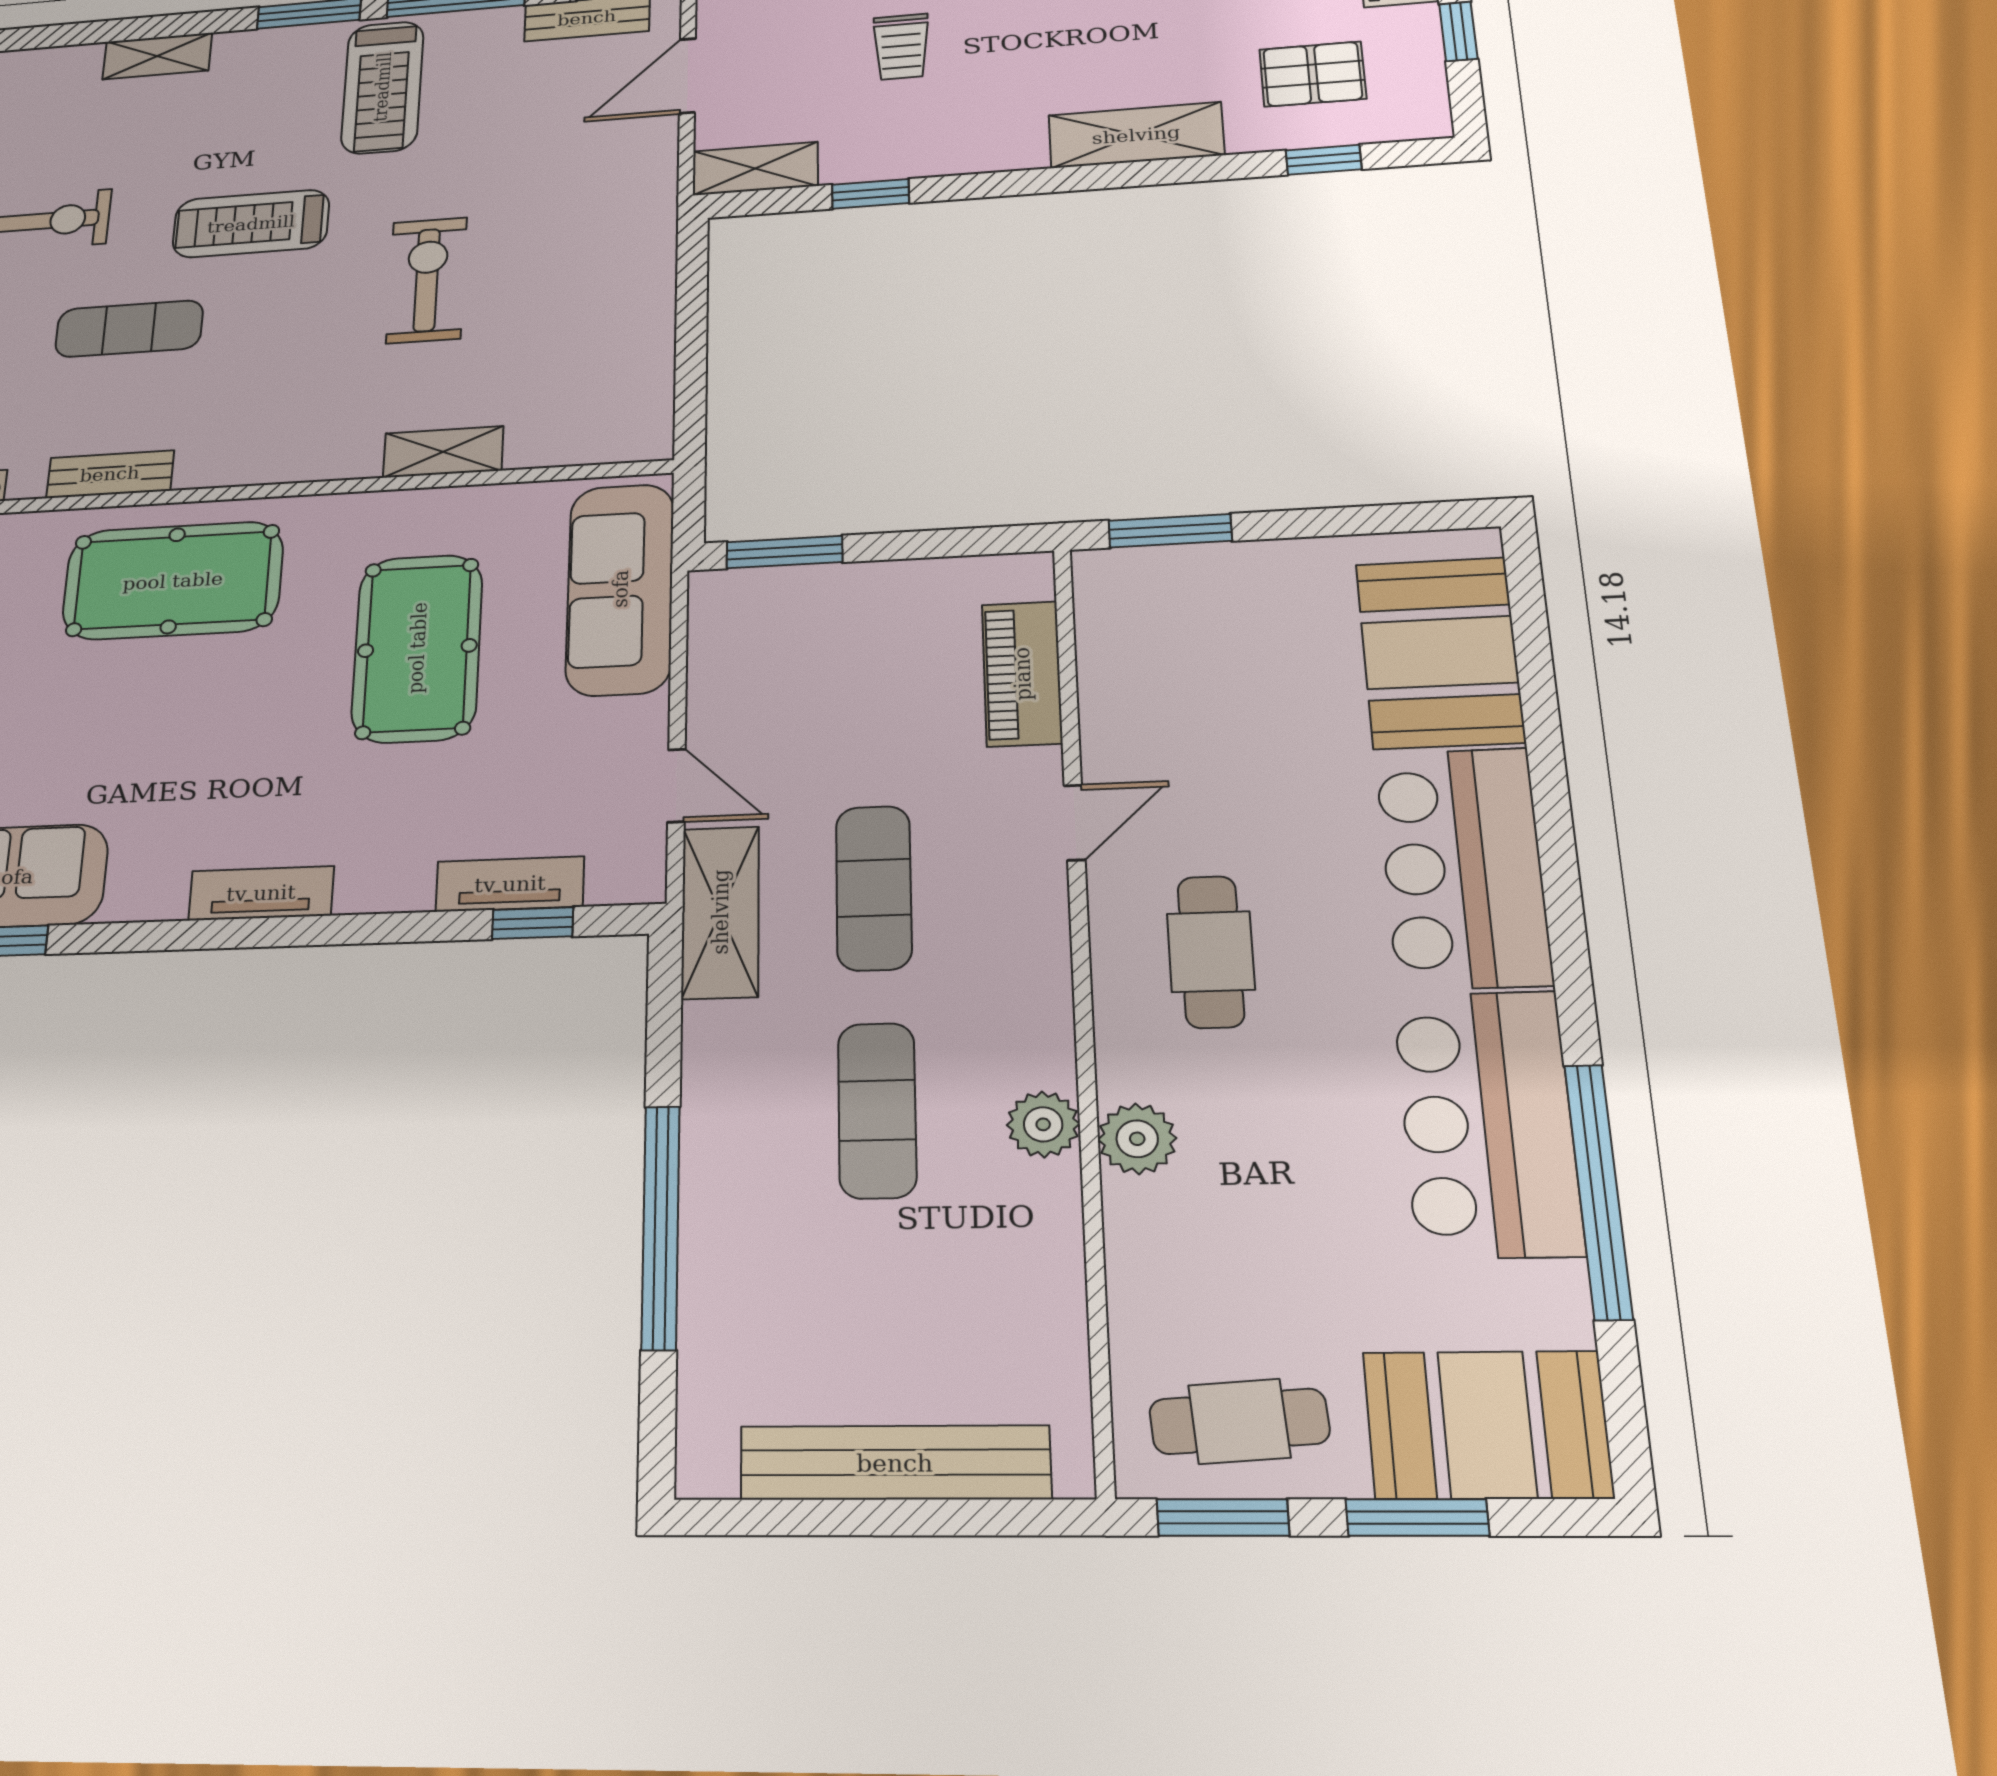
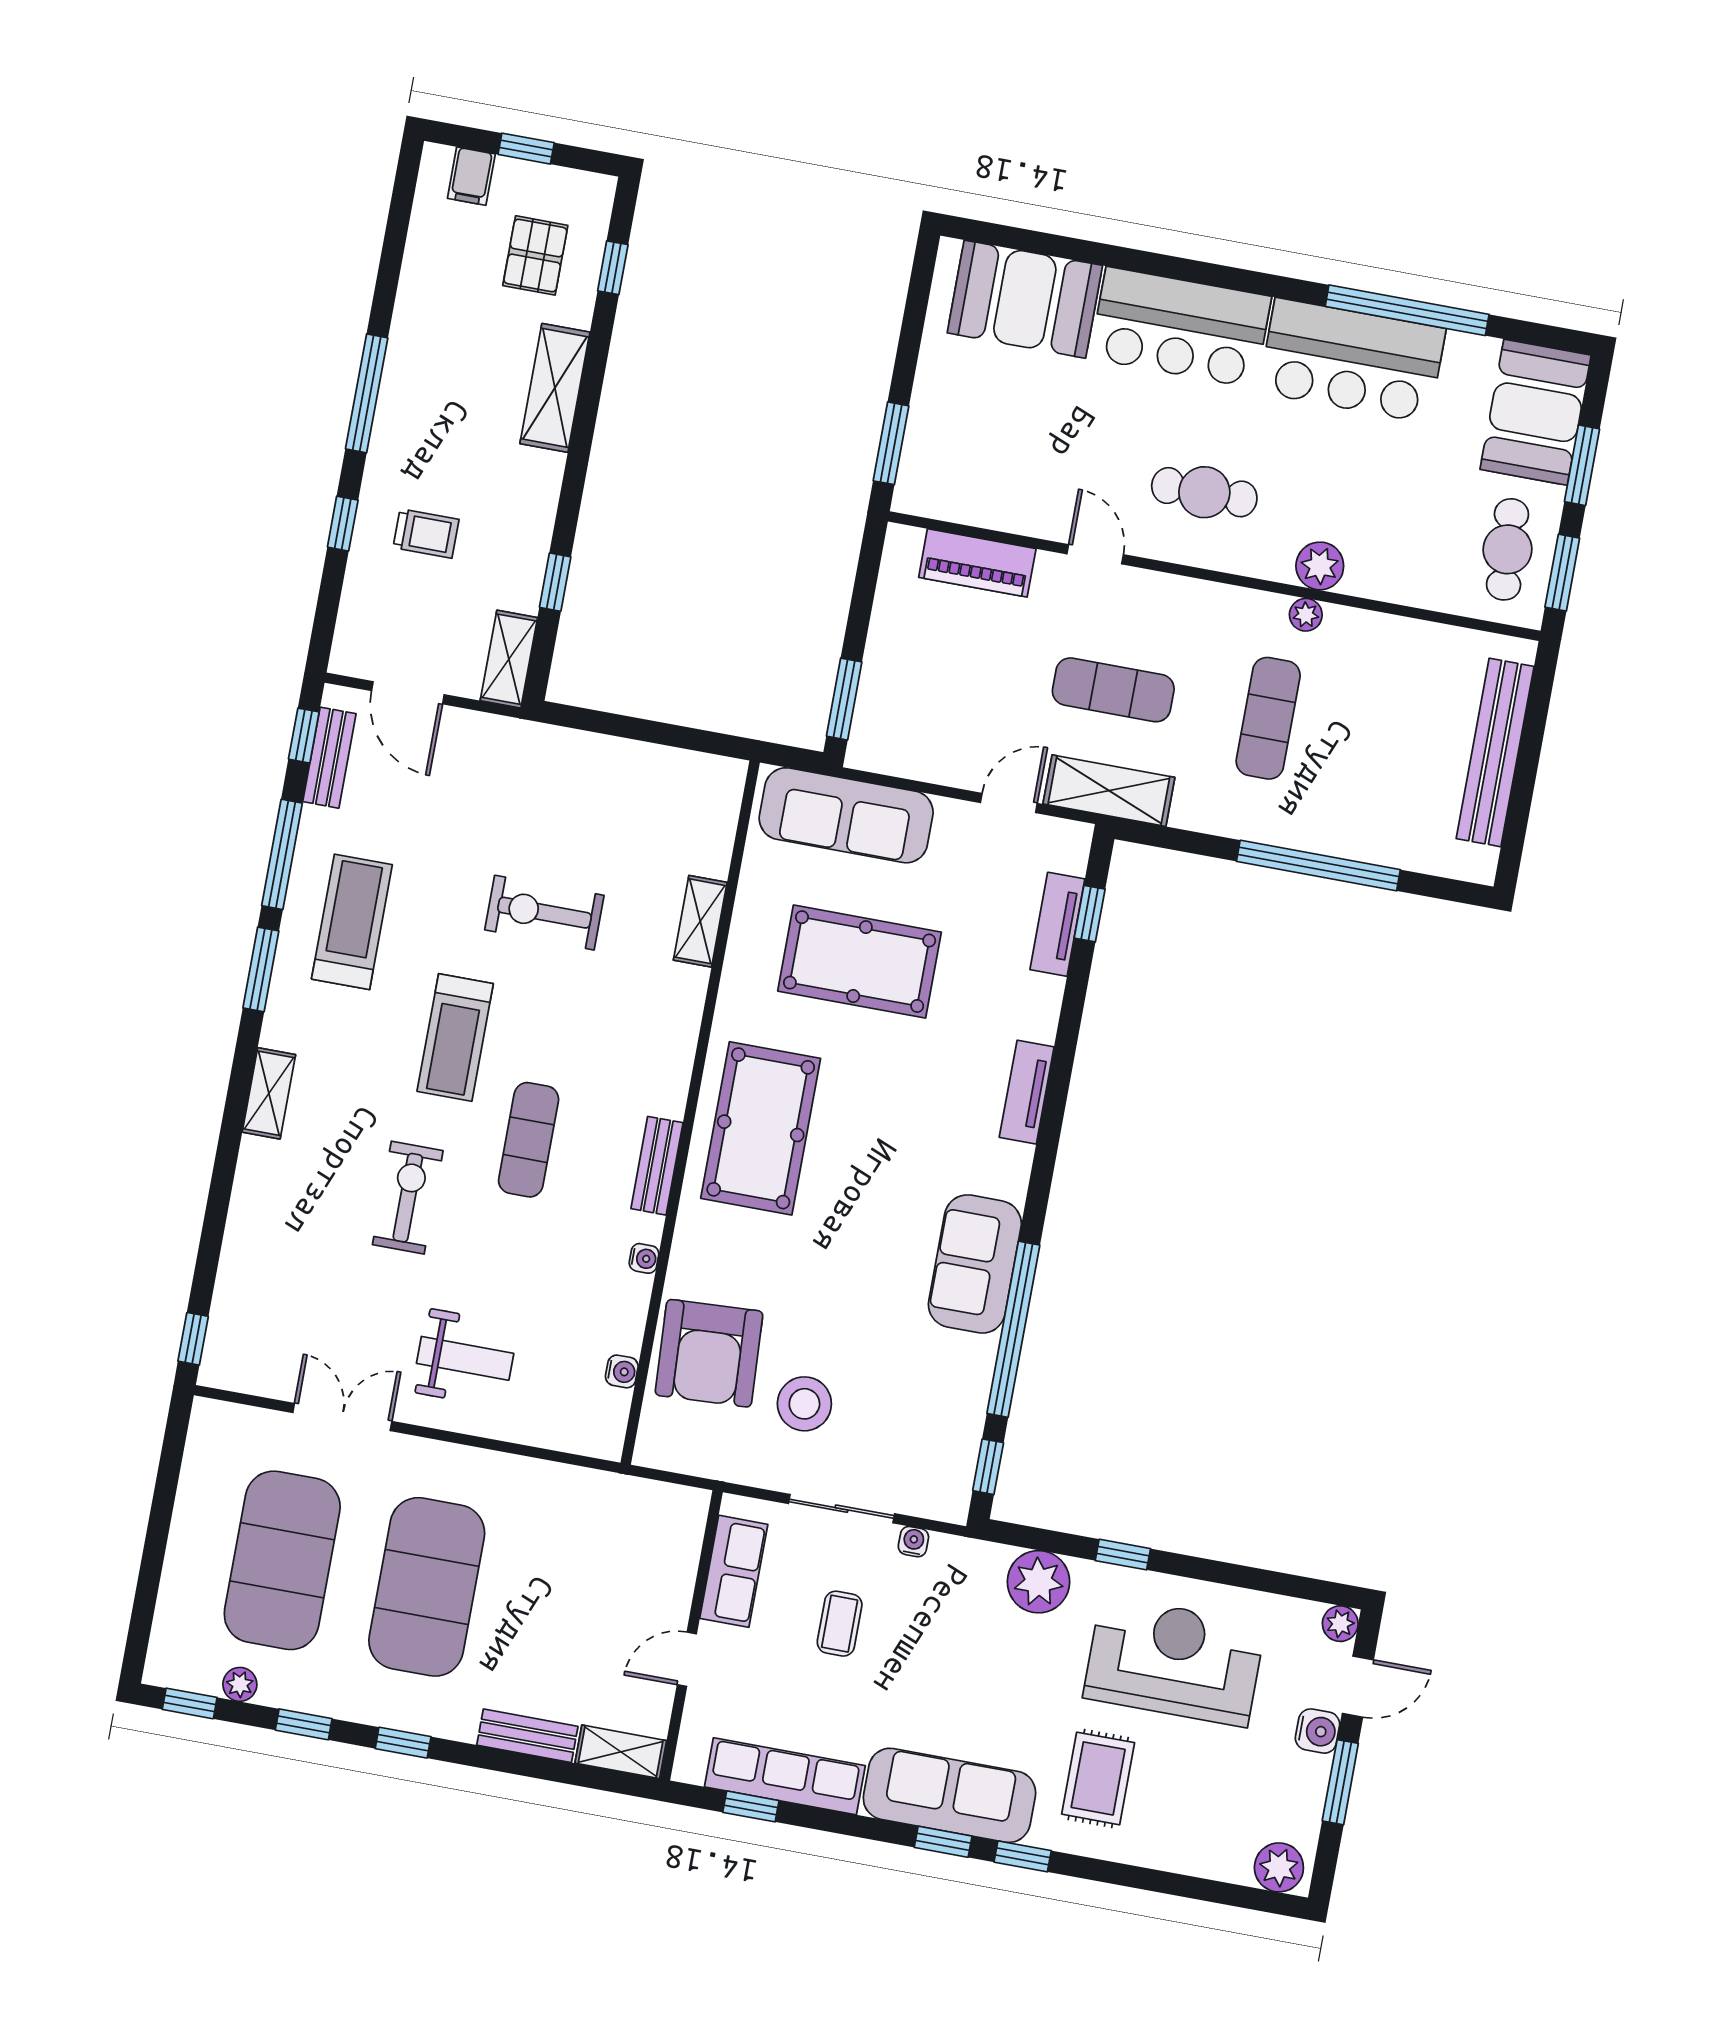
treadmill: (382, 87) -> (352, 922), turned -90
exercise mat: (877, 1110) -> (1268, 718), turned 90
plant: (1043, 1124) -> (1306, 615), width x0.73, depth x0.73

